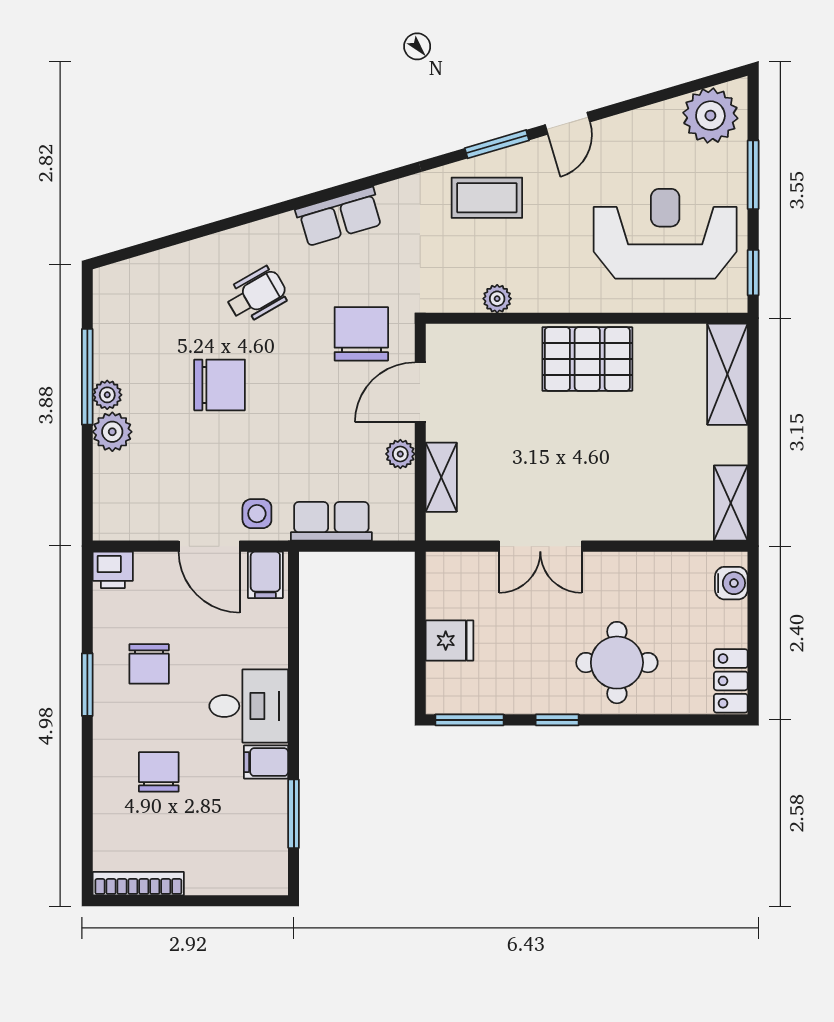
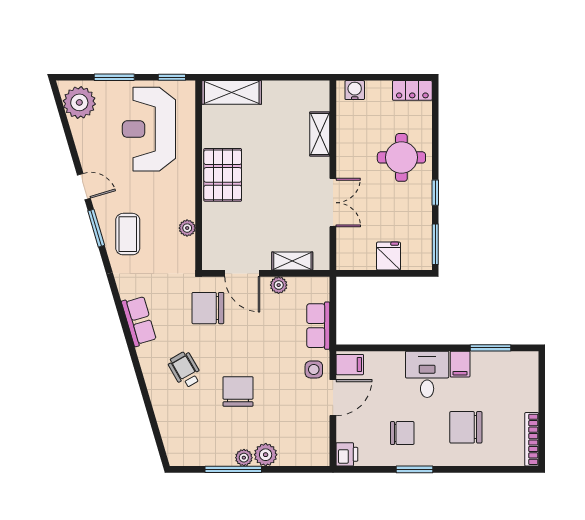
shelving: (731, 503) -> (320, 134), moved, turned 90
chair: (159, 772) -> (466, 427), width x1.37, depth x1.37

